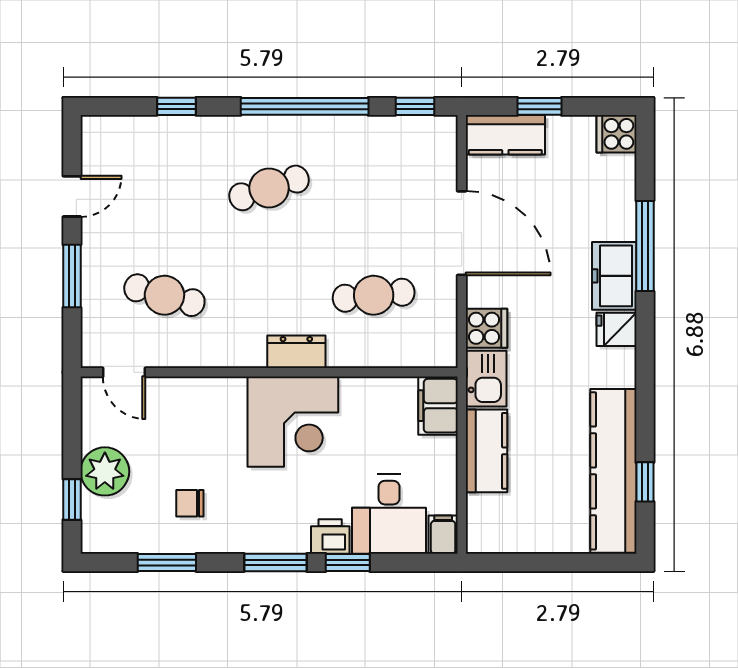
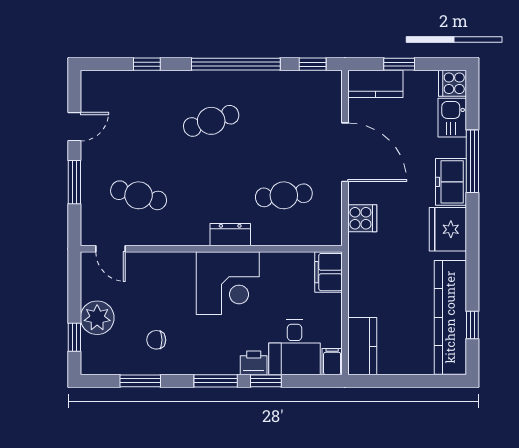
fridge: (616, 329) -> (448, 229), width x1.88, depth x1.34
kitchen sink: (486, 379) -> (452, 118), moved, turned 180
kitchen counter: (486, 451) -> (362, 346), moved

